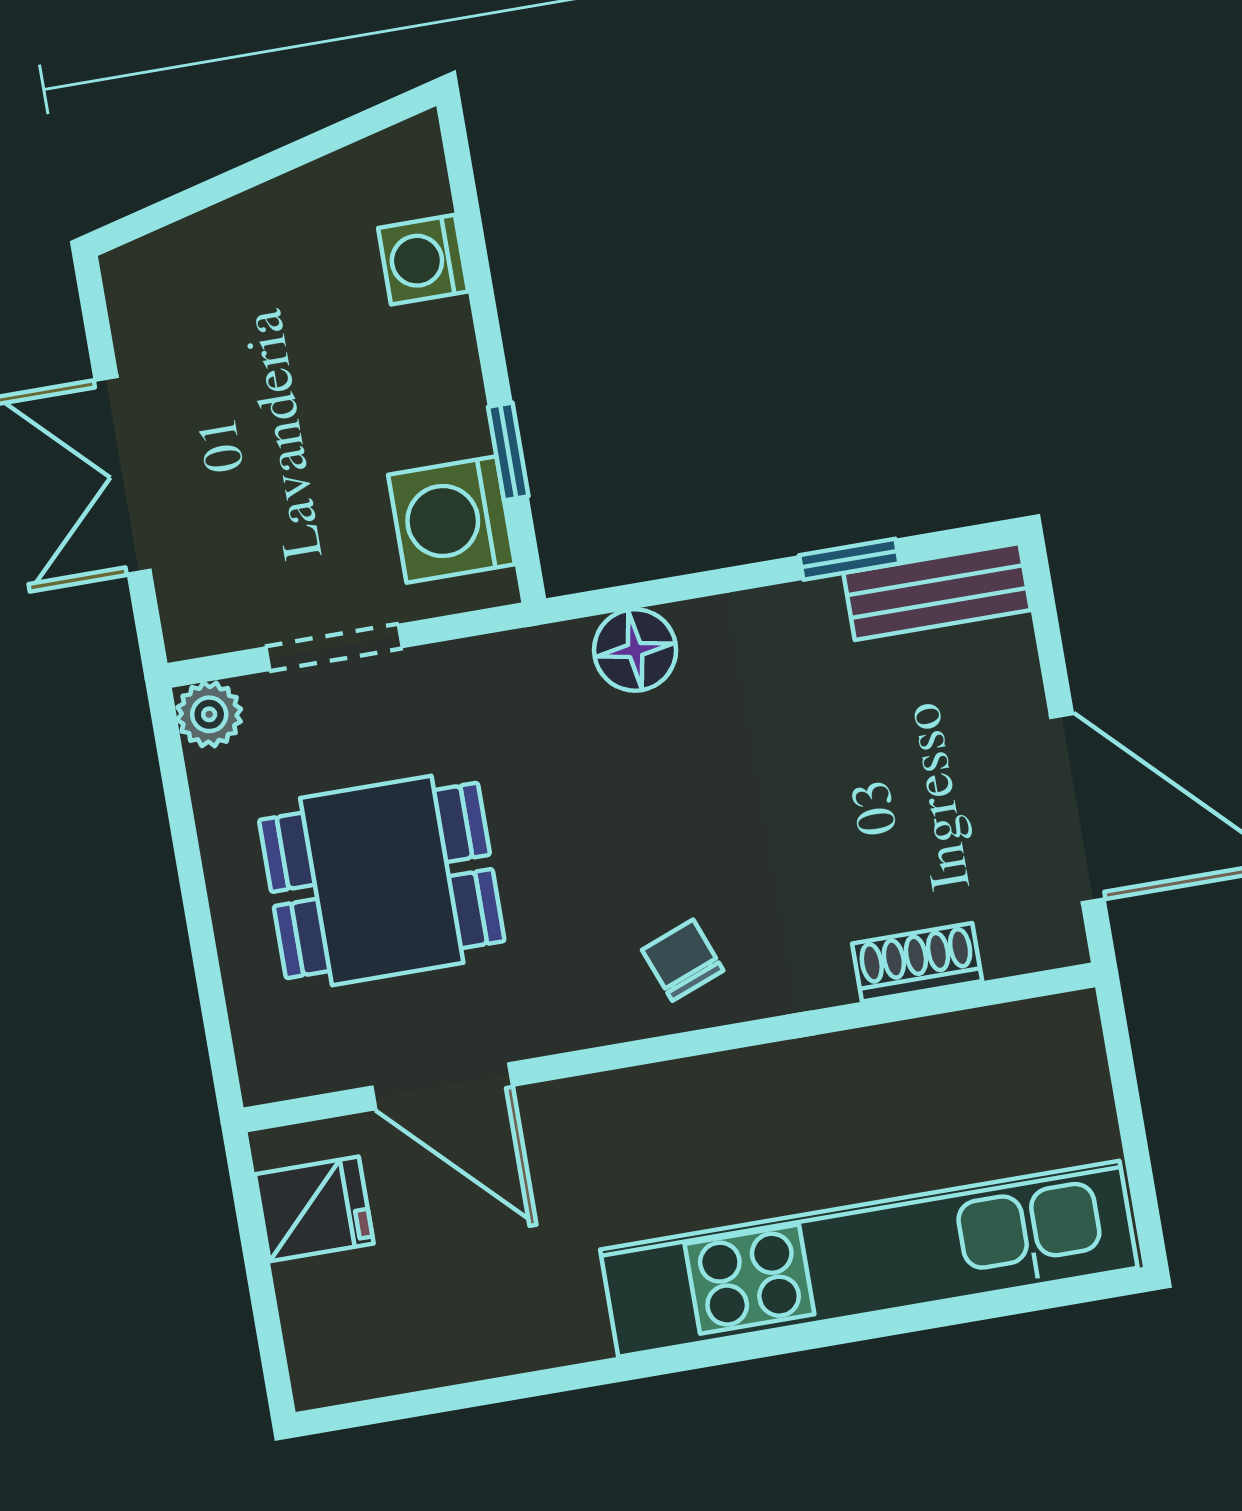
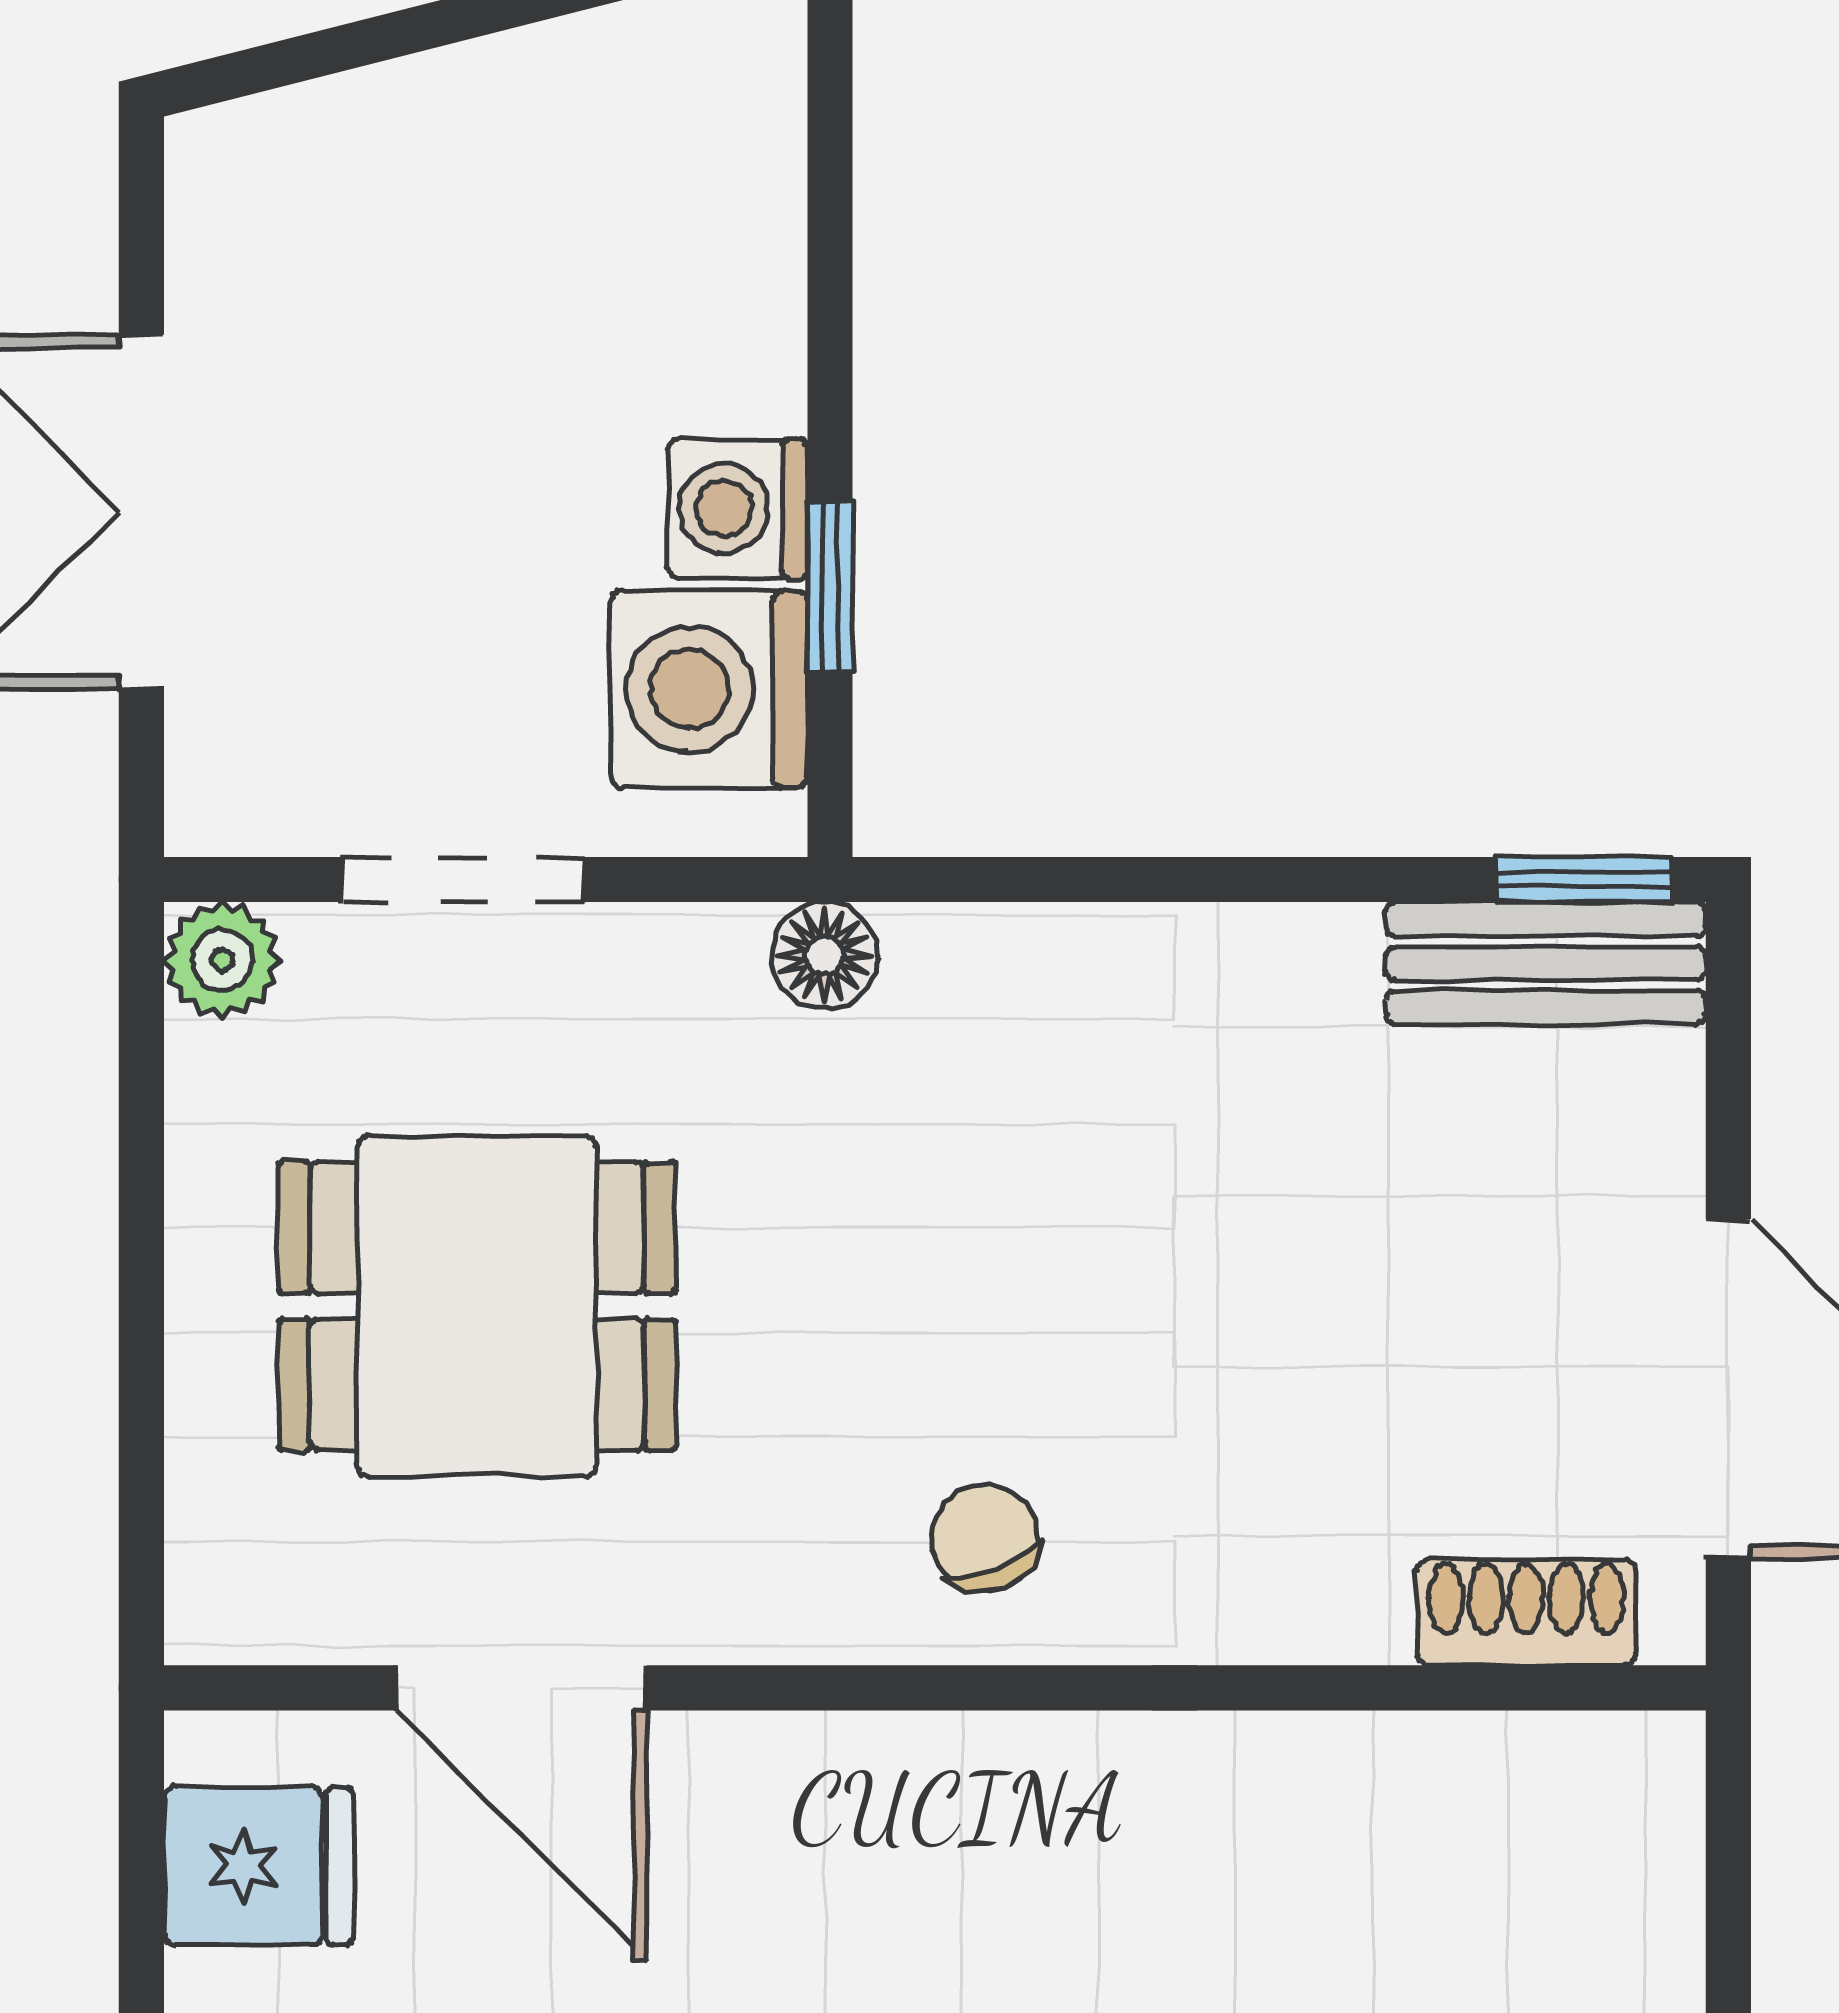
washing machine: (423, 260) -> (738, 509), moved
window: (849, 559) -> (1584, 879), moved
floor lamp: (635, 650) -> (824, 955), moved, width x0.73, depth x0.73
shoe rack: (917, 962) -> (1526, 1612), moved

